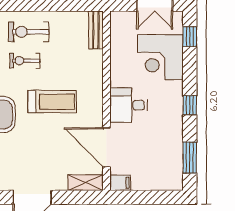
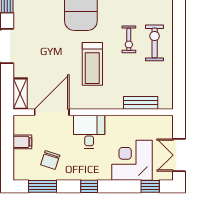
bench: (96, 30) -> (141, 103), moved
exercise bike: (25, 61) -> (129, 39), turned 180
chair: (160, 149) -> (50, 160), added
filing cabinet: (120, 183) -> (22, 142), moved, turned -90

